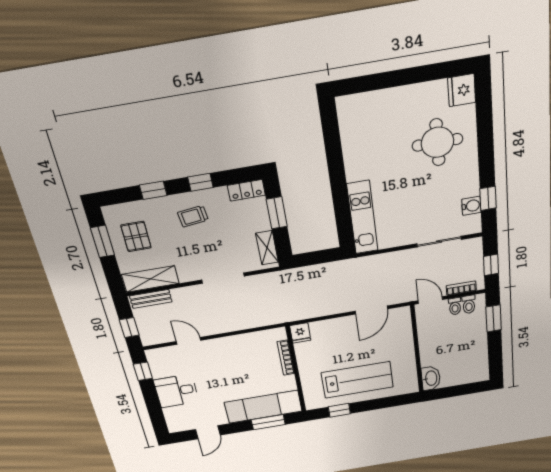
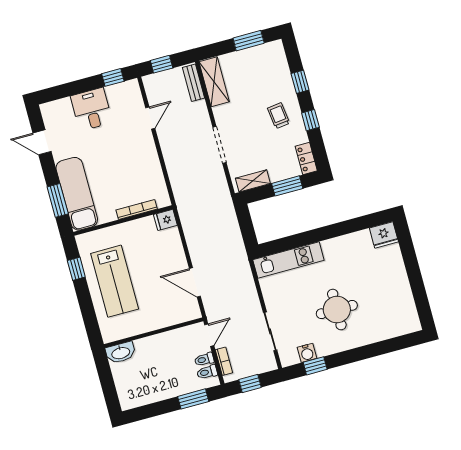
fridge: (462, 90) -> (384, 235), moved, turned 180
round table: (437, 142) -> (337, 310), moved
pallet: (136, 236) -> (256, 69), removed

